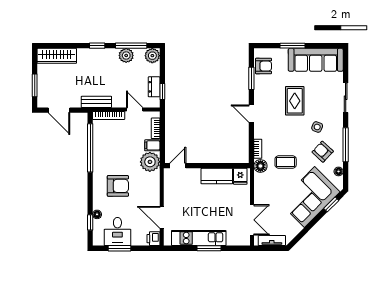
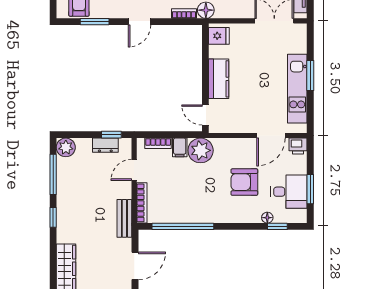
plant: (126, 55) -> (66, 181), removed
kitchen counter: (217, 176) -> (219, 79), moved
armchair: (118, 186) -> (244, 182), moved, turned -90

